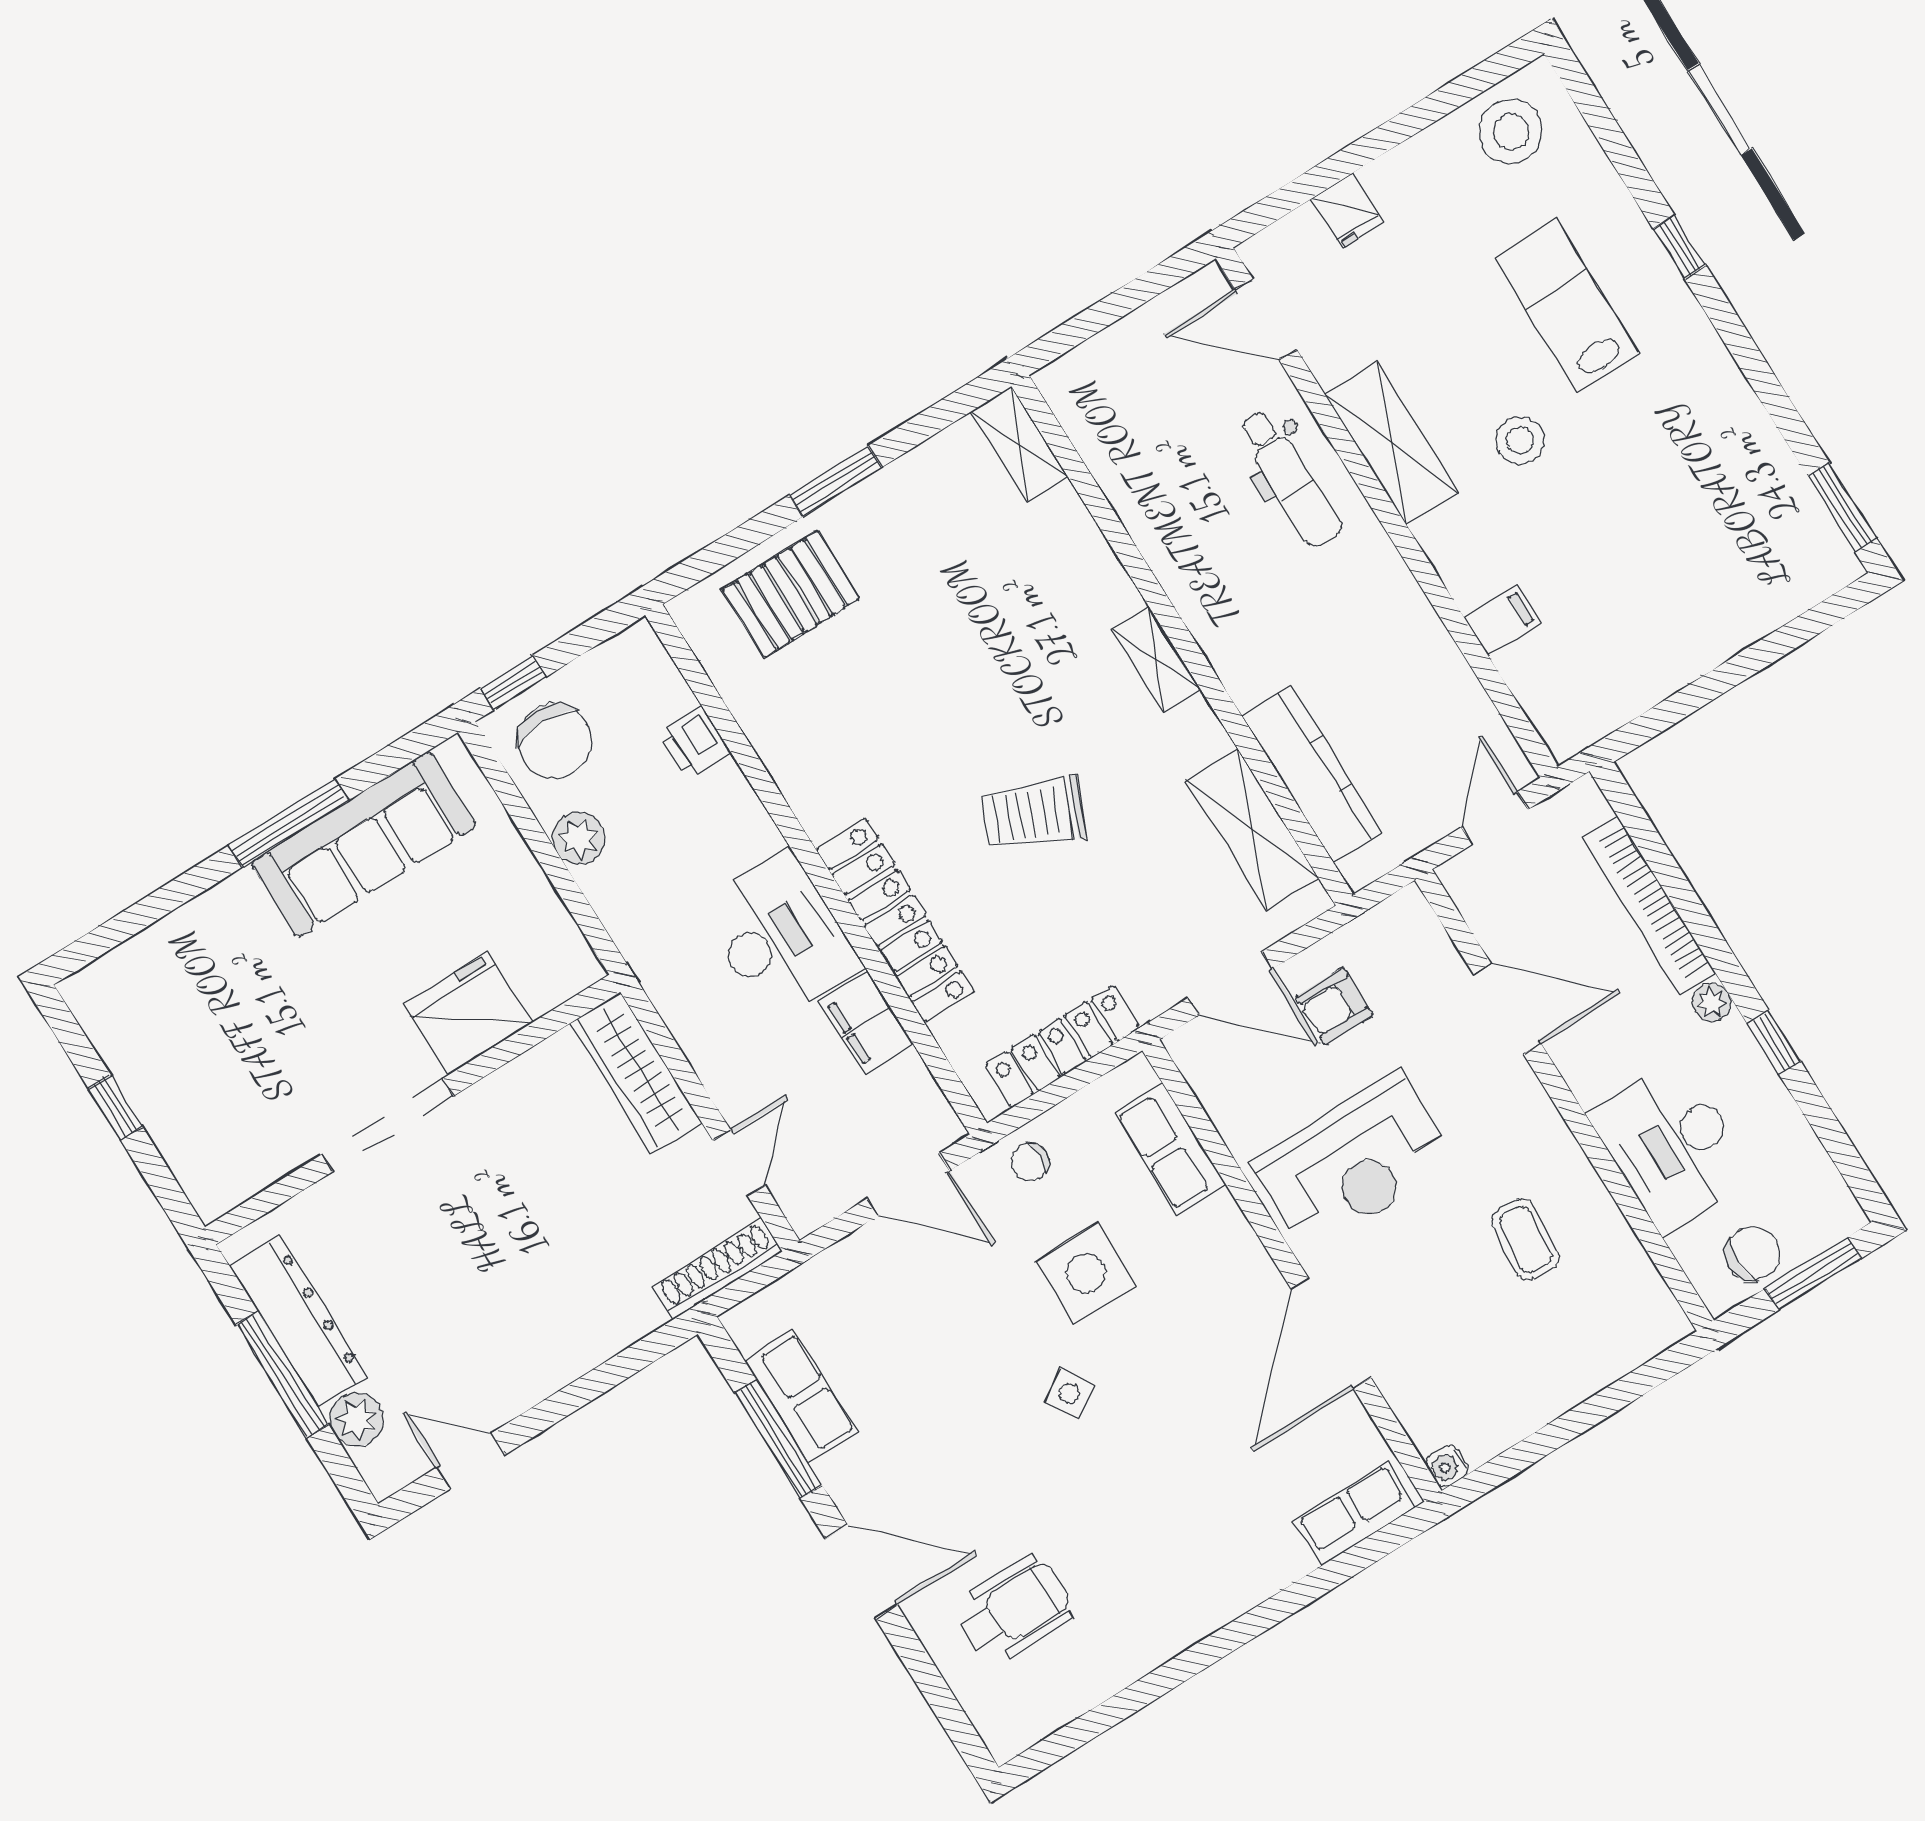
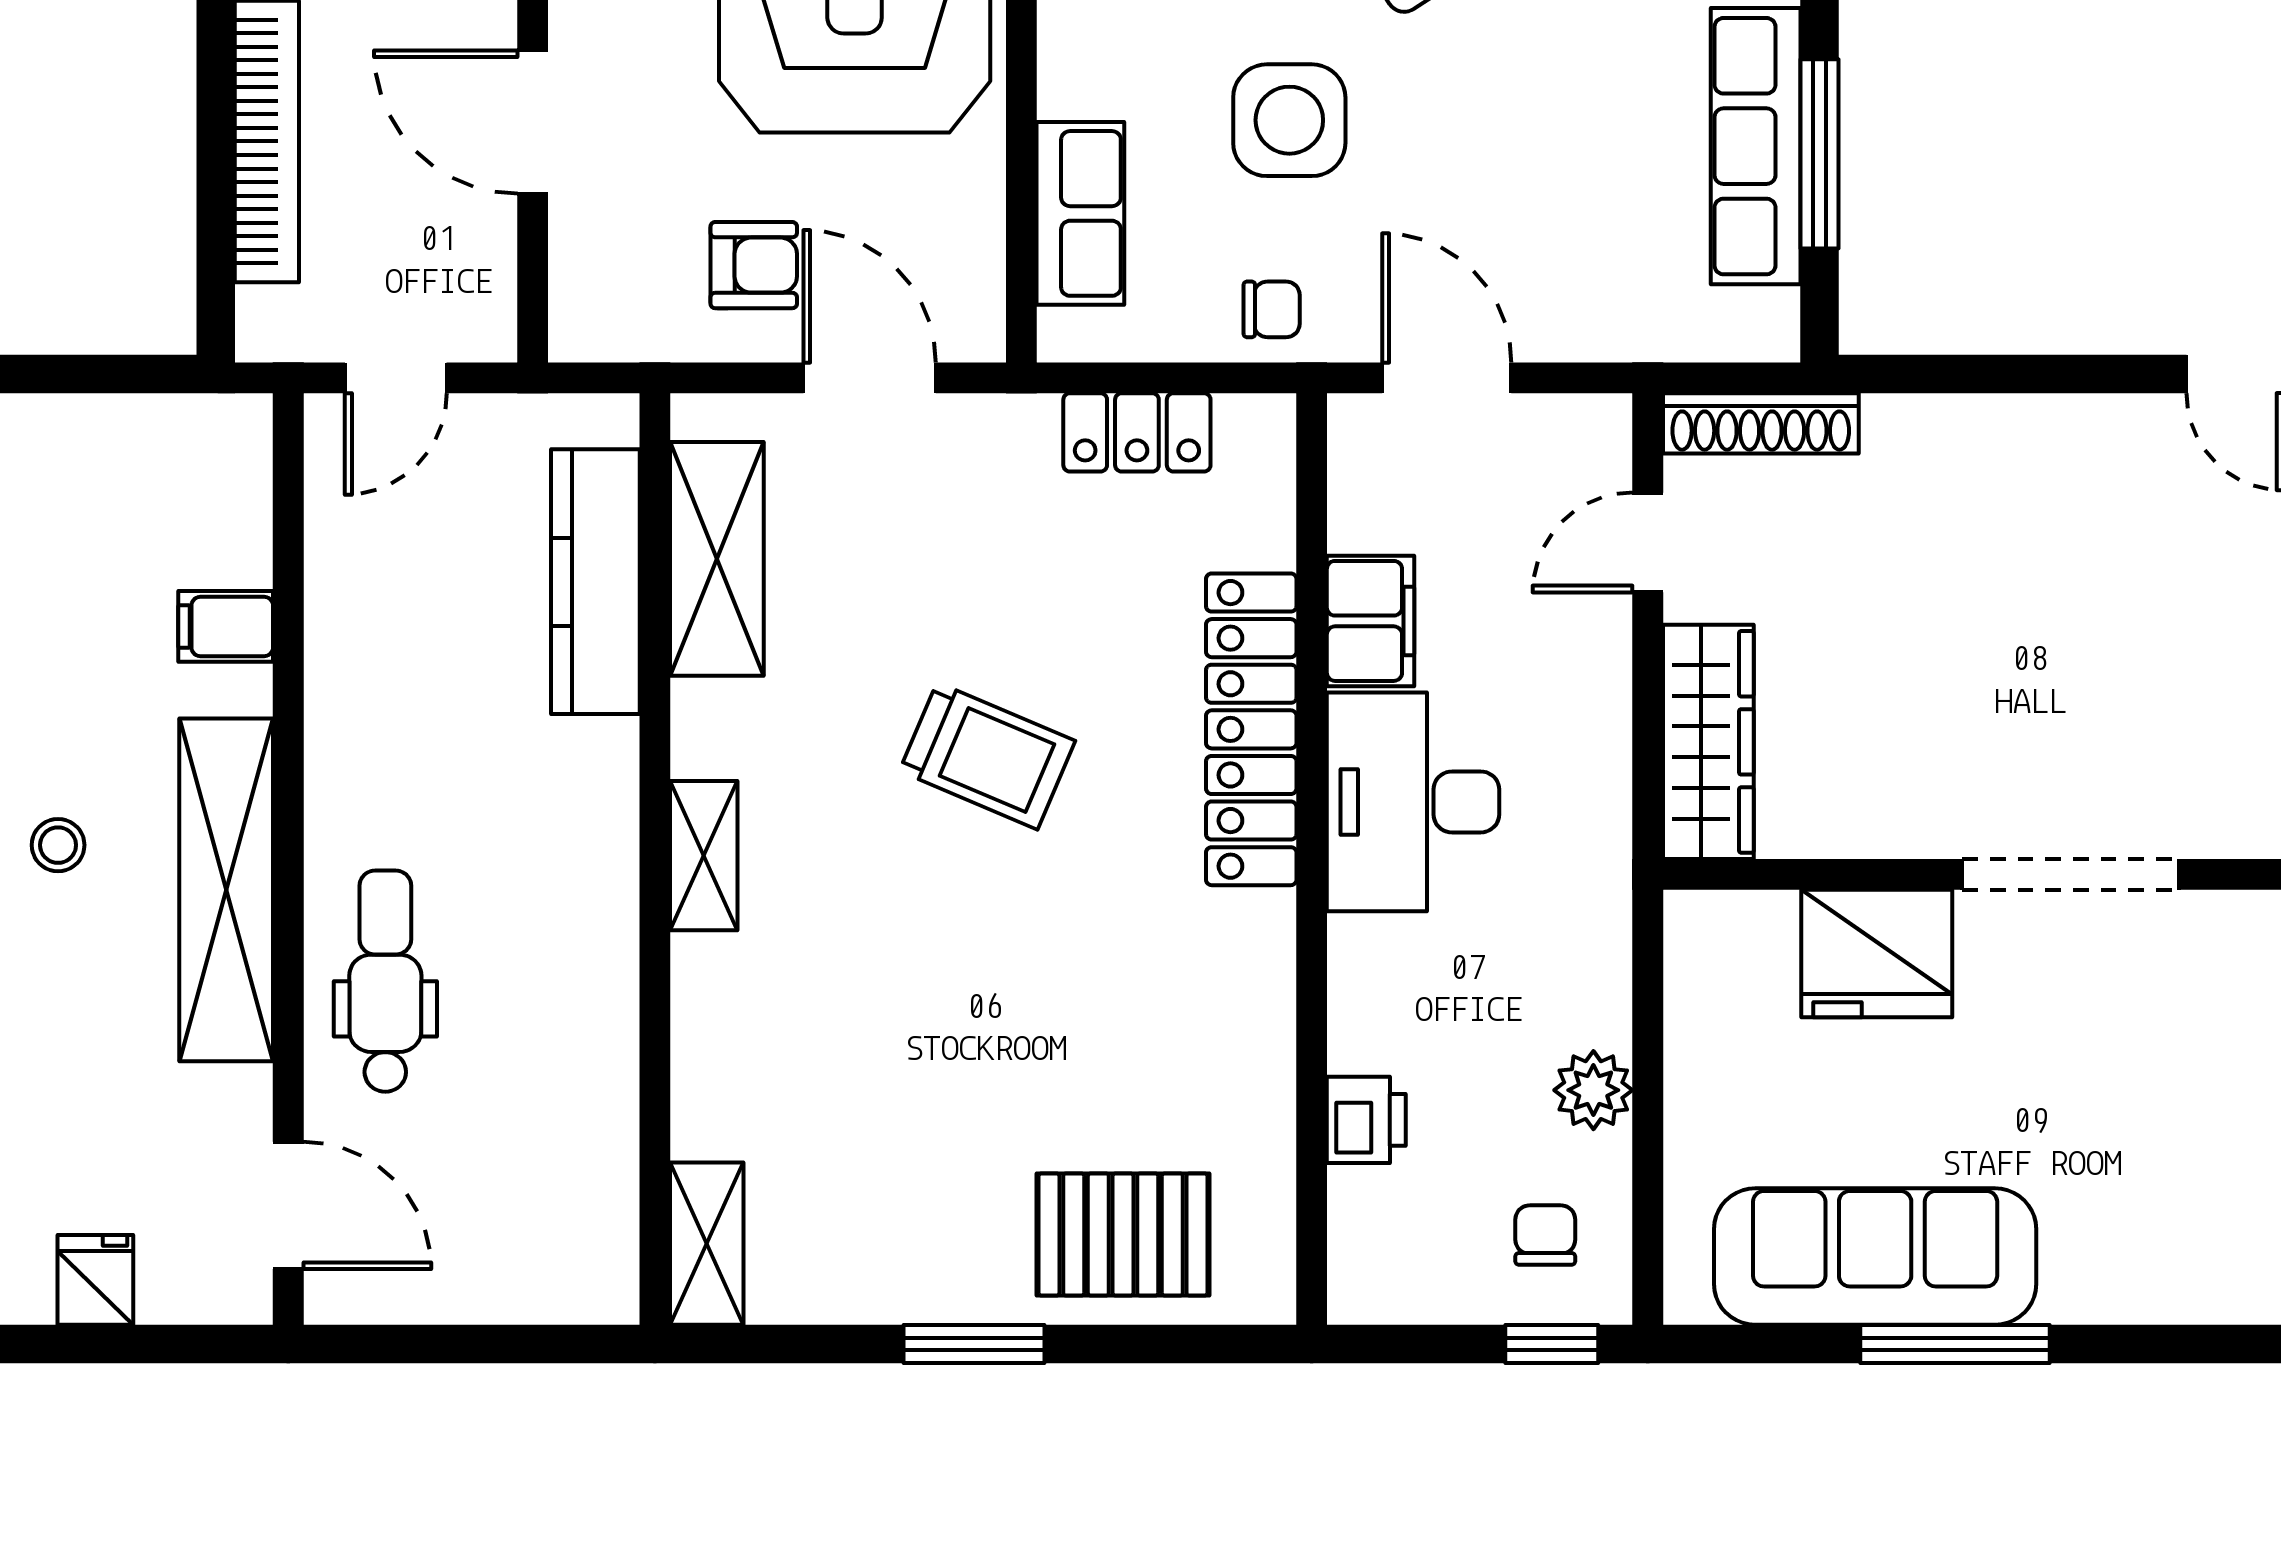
stool: (1520, 440) -> (58, 845), width x0.73, depth x0.73
shelving: (1392, 443) -> (226, 890), width x1.47
chair: (555, 741) -> (1545, 1235), width x0.54, depth x0.54
locker: (1062, 1046) -> (1137, 432), width x0.66
row of seats: (801, 1396) -> (1756, 146), width x1.48

